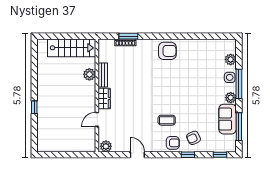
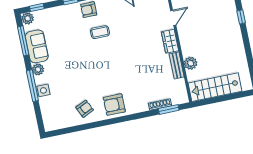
window: (128, 36) -> (169, 109), moved
plant: (231, 59) -> (28, 18), moved
armchair: (194, 138) -> (85, 109), moved

